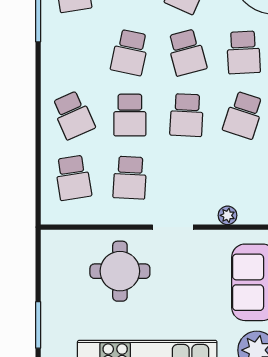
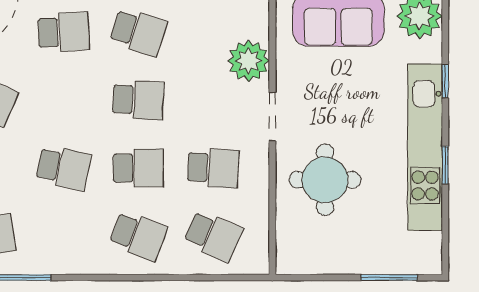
school desk: (187, 52) -> (64, 100), removed
school desk: (73, 115) -> (138, 236), turned 45
school desk: (73, 178) -> (213, 236), turned 33
plant: (228, 215) -> (249, 61), width x1.88, depth x1.88

